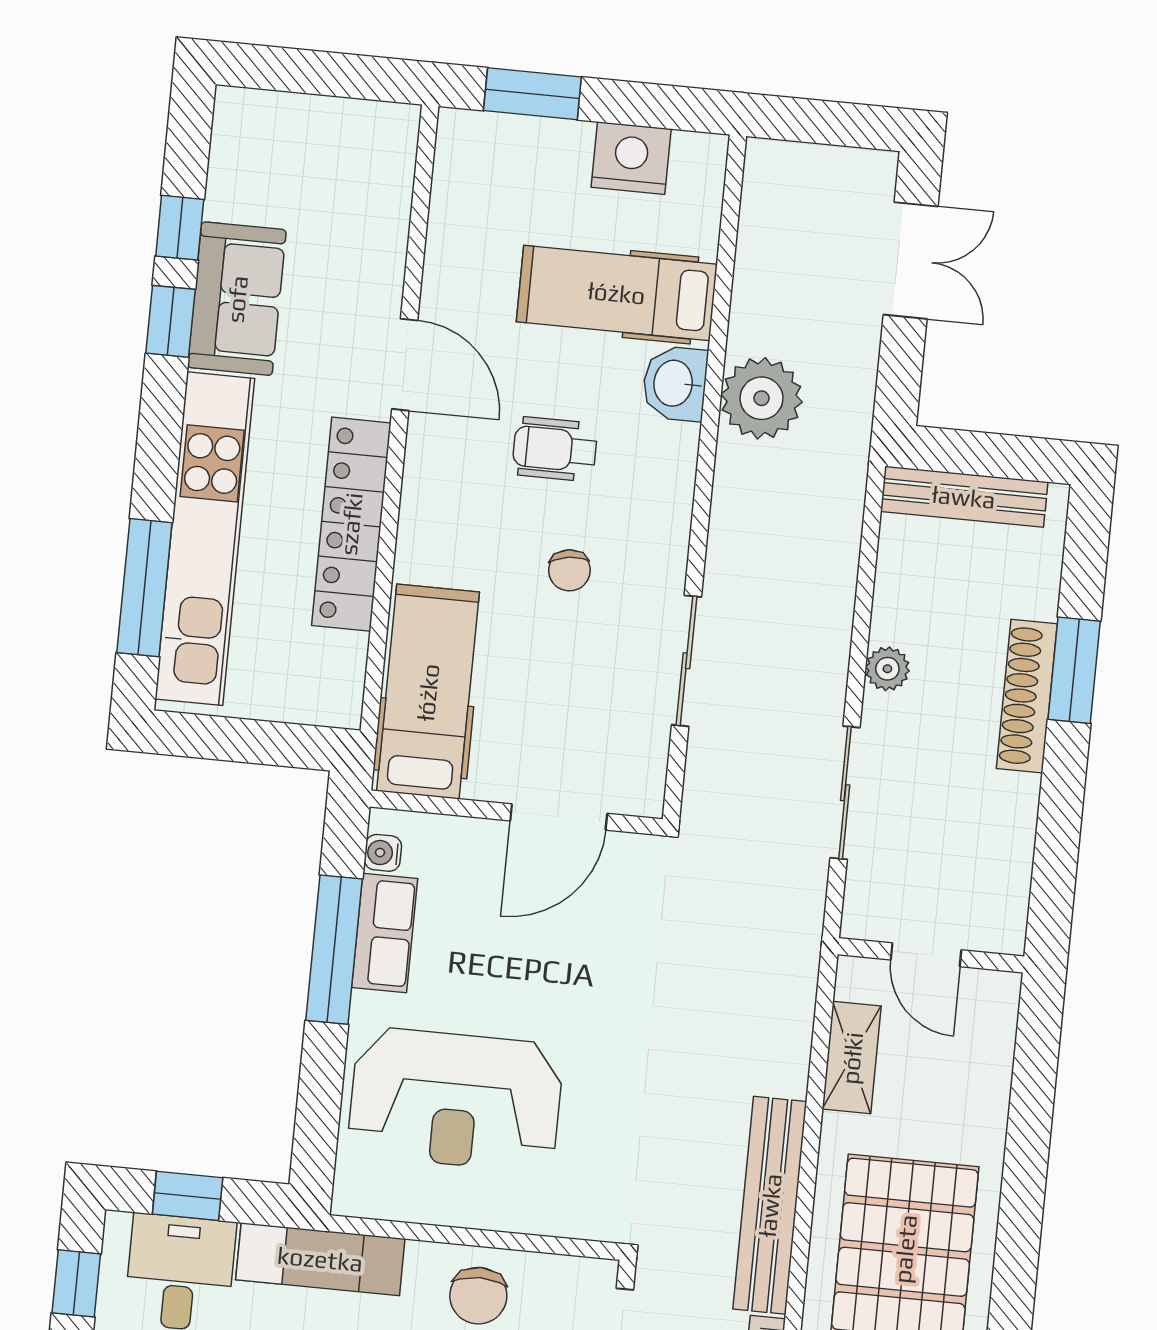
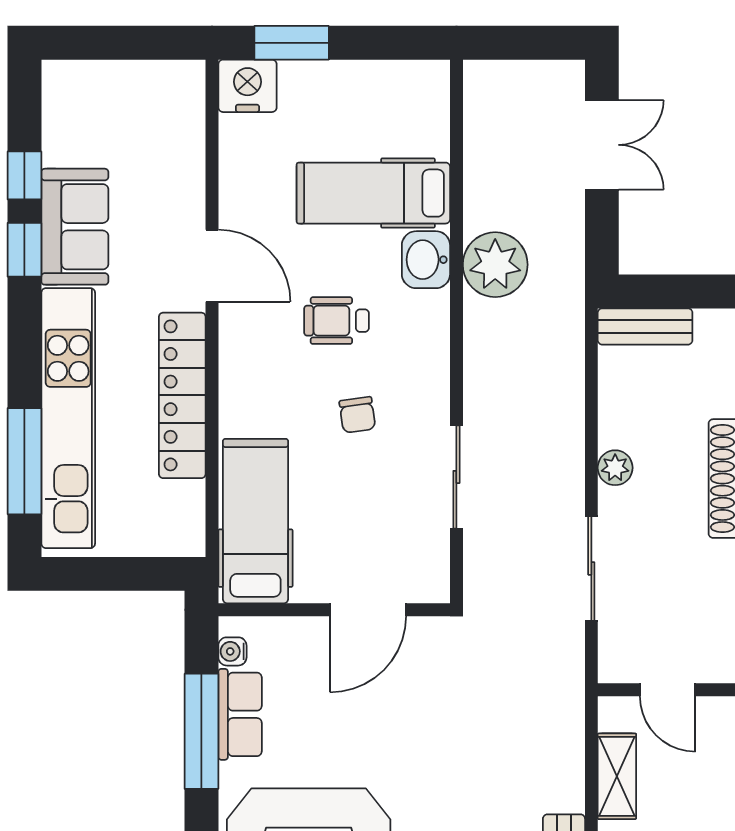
nightstand: (631, 158) -> (247, 86), moved
bench: (964, 497) -> (645, 326), width x0.73

